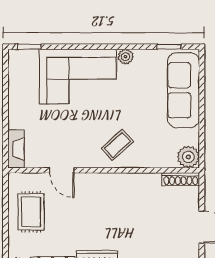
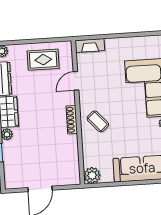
shoe rack: (181, 179) -> (72, 120), moved

